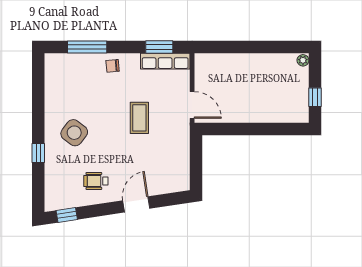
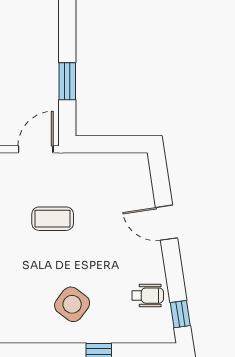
window: (244, 129) -> (67, 81), added
wheelchair: (96, 181) -> (148, 296), moved, turned -90

